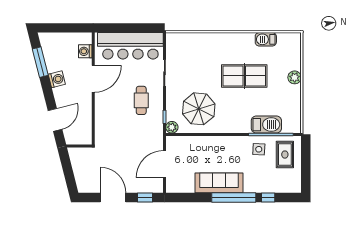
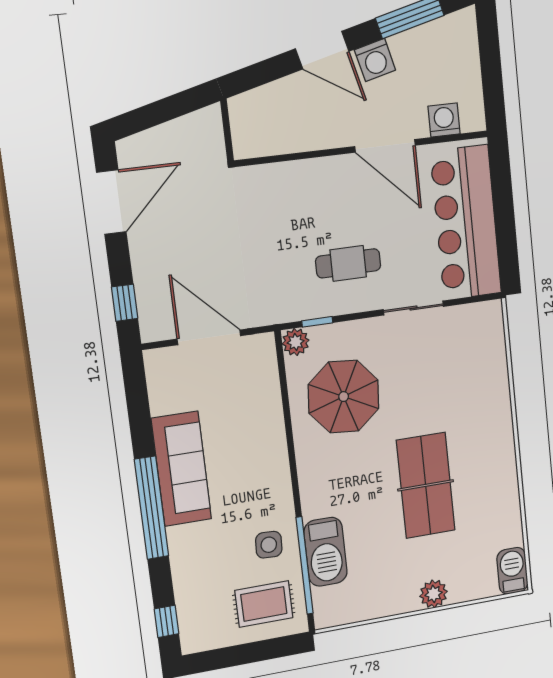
barbecue: (266, 39) -> (512, 571), moved
door: (55, 120) -> (322, 50), moved
door: (113, 198) -> (111, 202), moved
window: (268, 198) -> (166, 621), moved

